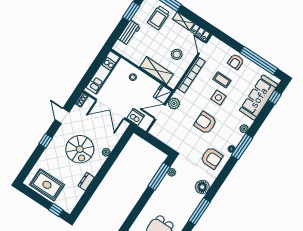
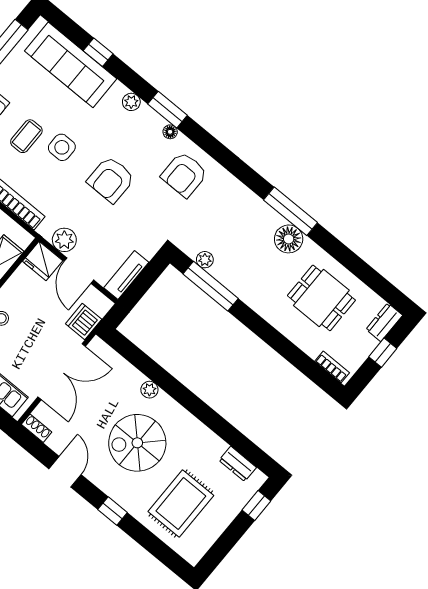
window: (275, 97) -> (98, 52), moved
door: (62, 116) -> (65, 472), swing flipped
tv unit: (160, 135) -> (126, 275), added
window: (242, 147) -> (167, 110), width x0.69
spiral stairs: (80, 149) -> (137, 443), turned 180
armchair: (212, 158) -> (184, 175), turned 180
dresser: (86, 182) -> (238, 464), moved
rug: (47, 185) -> (181, 504), moved
floor lamp: (202, 187) -> (289, 239), moved

